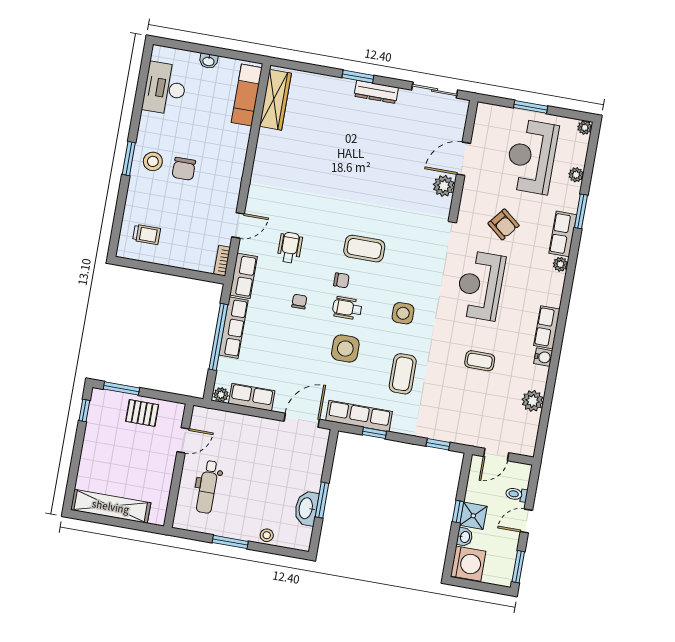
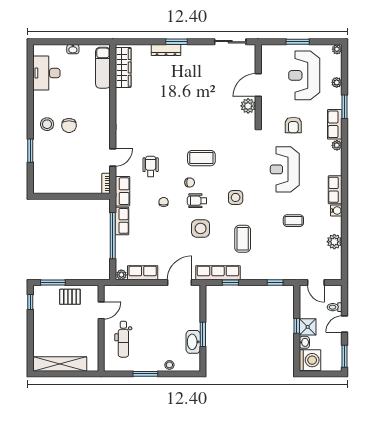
dresser: (376, 92) -> (166, 50), moved
window: (129, 159) -> (30, 151), moved
armchair: (504, 224) -> (293, 125), turned 51
trolley: (147, 234) -> (51, 175), removed
row of seats: (234, 328) -> (122, 221), width x0.68
door: (496, 455) -> (316, 282), hinge flipped

